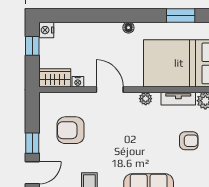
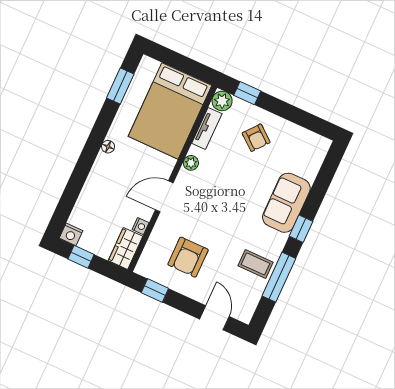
armchair: (189, 141) -> (256, 138), turned 129
window: (32, 143) -> (155, 291), moved

